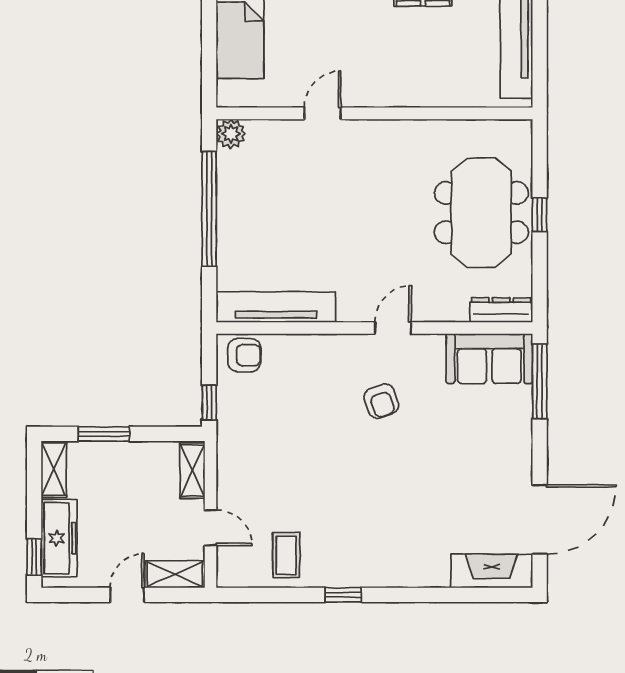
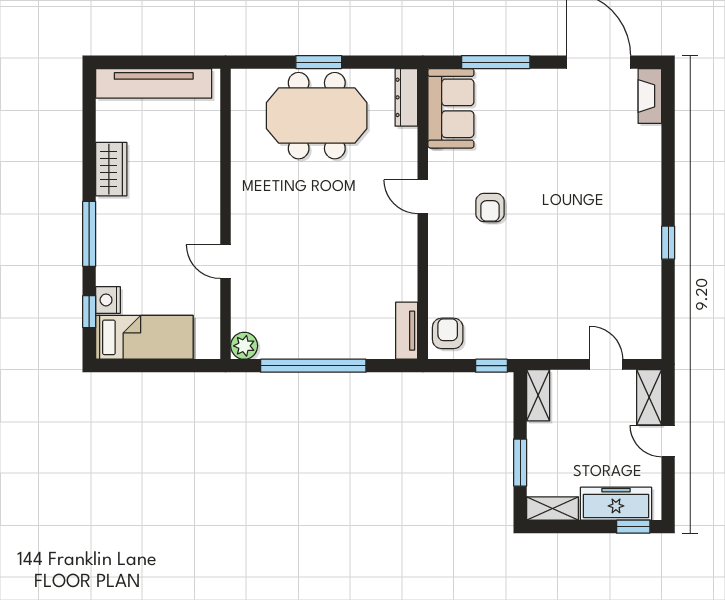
window: (540, 215) -> (319, 62), width x1.50
tv unit: (276, 307) -> (407, 331), width x0.52, depth x0.78
window: (540, 381) -> (496, 62), moved
armchair: (381, 401) -> (490, 208), turned 110
shelving: (192, 470) -> (538, 395), moved, turned 90
door: (211, 528) -> (606, 364), hinge flipped
coffee table: (286, 555) -> (632, 295), removed
fireplace: (492, 571) -> (650, 96), width x0.73, depth x0.76

